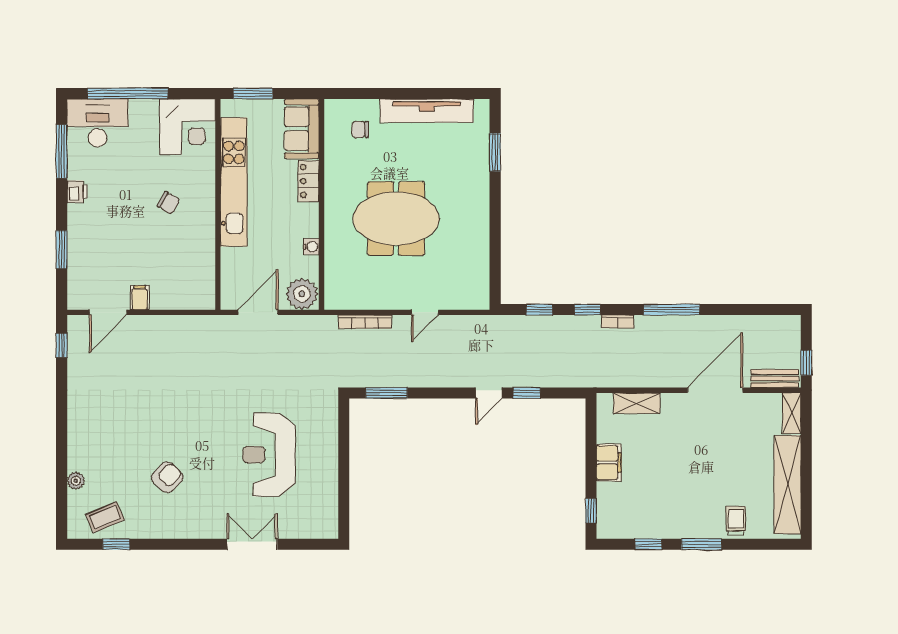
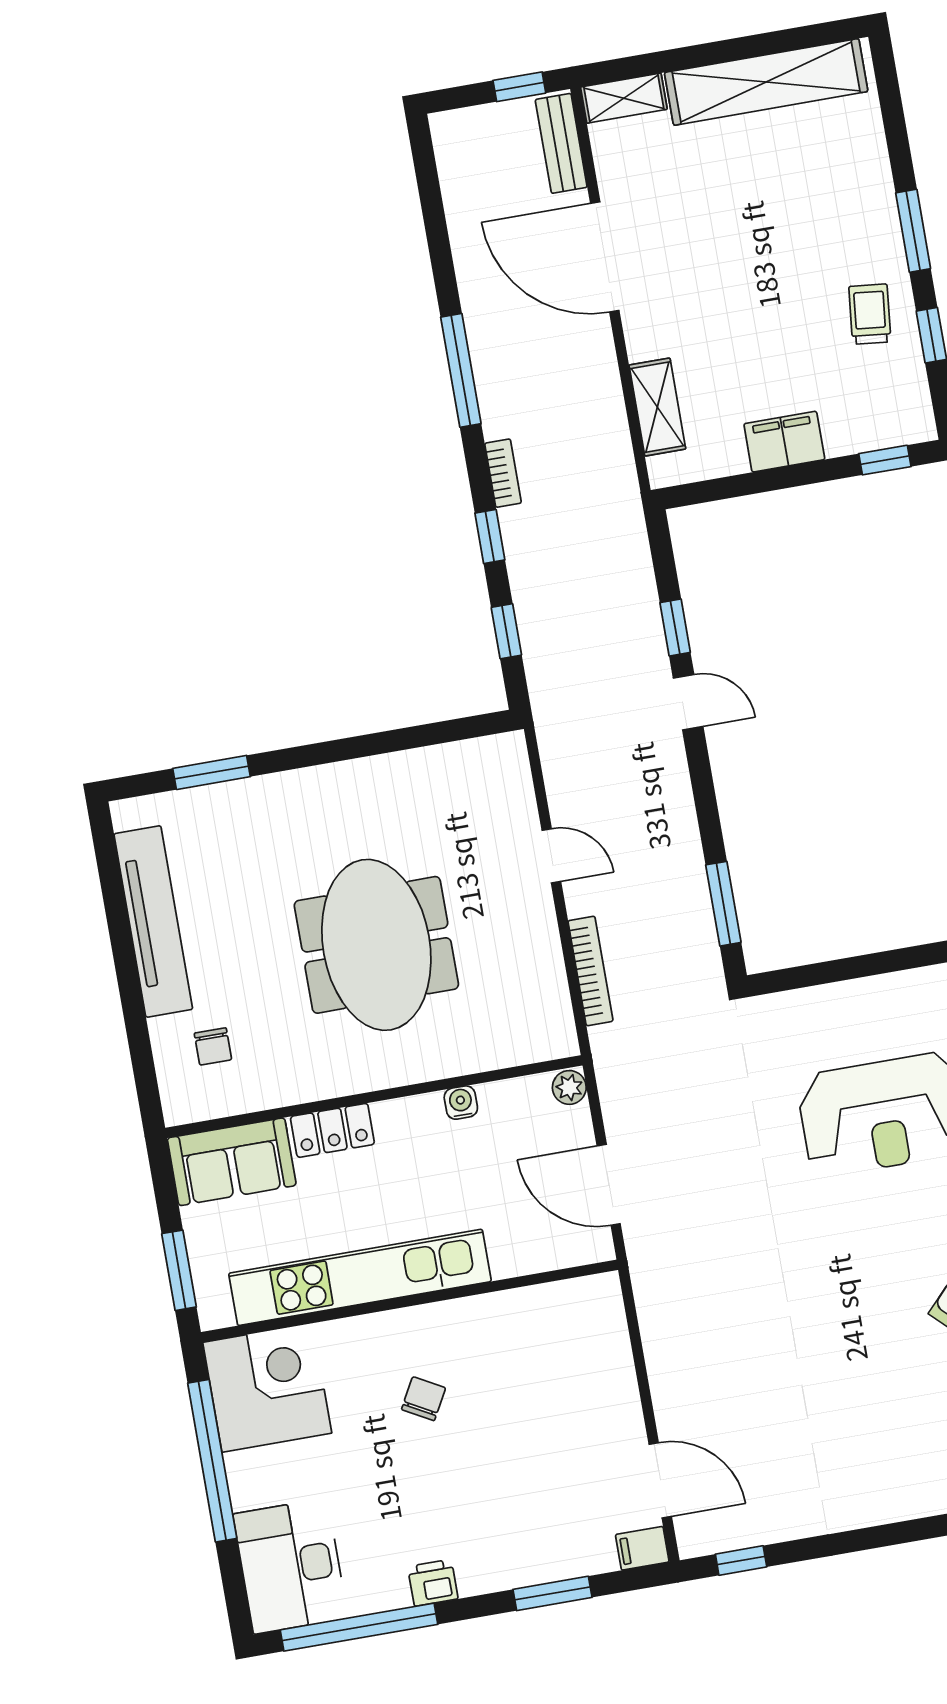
window: (128, 93) -> (212, 1461), moved
window: (62, 151) -> (359, 1627), width x1.46
plant: (302, 294) -> (569, 1087), width x0.53, depth x0.53
filing cabinet: (140, 298) -> (642, 1548), moved
trolley: (736, 521) -> (870, 314), moved, turned 96

